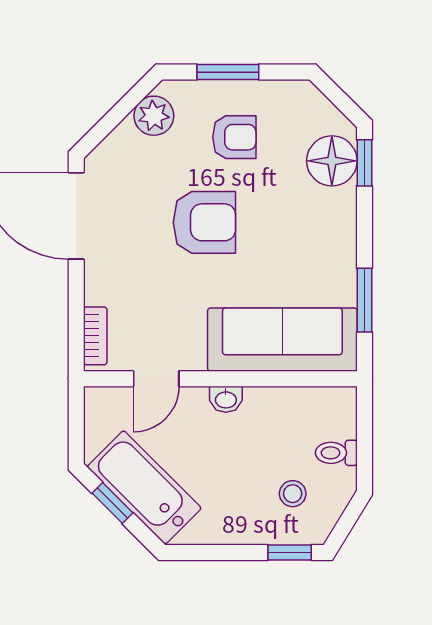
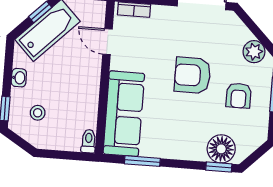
armchair: (204, 222) -> (192, 75), turned 90
washbasin: (226, 399) -> (19, 78), moved, turned 180
toilet: (336, 453) -> (89, 141), moved

